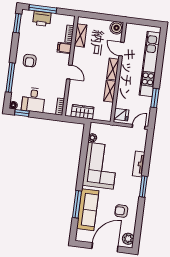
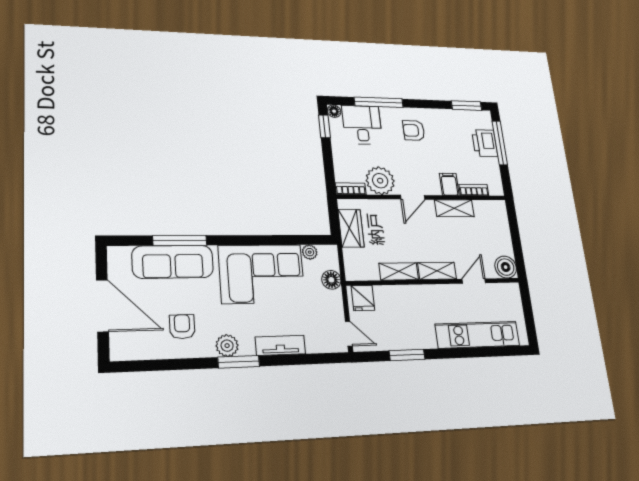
shelving: (81, 35) -> (454, 208), moved
kitchen unit: (150, 64) -> (477, 335), width x0.73
plant: (57, 88) -> (380, 181), added
desk: (33, 100) -> (362, 125), moved, turned 90
floor lamp: (109, 129) -> (331, 280), added
plant: (128, 239) -> (227, 346), moved

